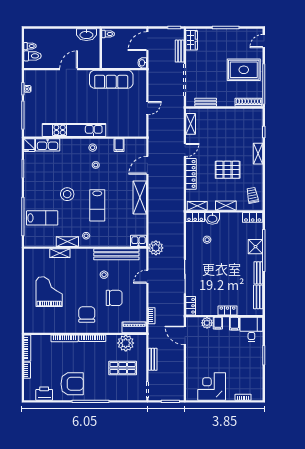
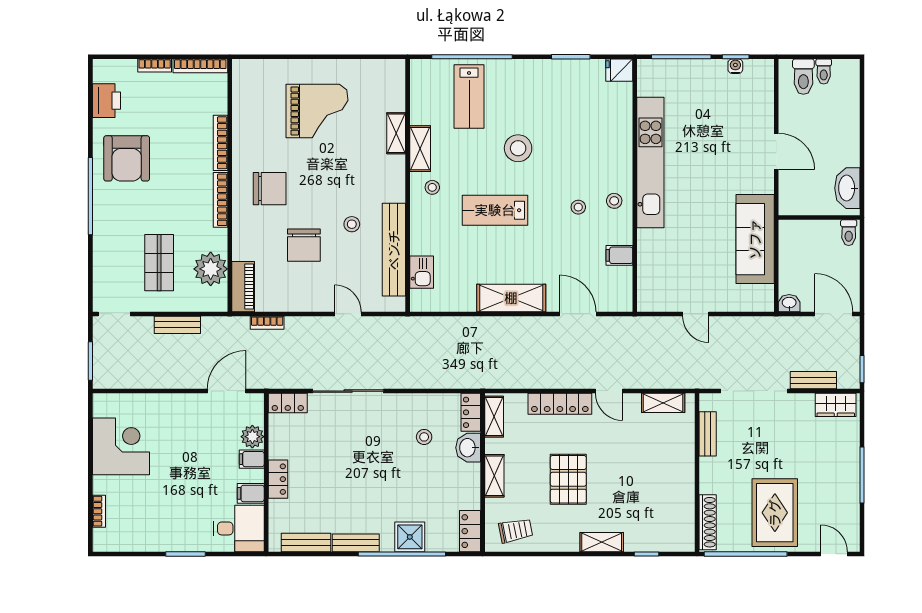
kitchen sink: (48, 145) -> (620, 108), removed
kitchen sink: (139, 241) -> (422, 272), moved
plant: (156, 248) -> (407, 331), removed

